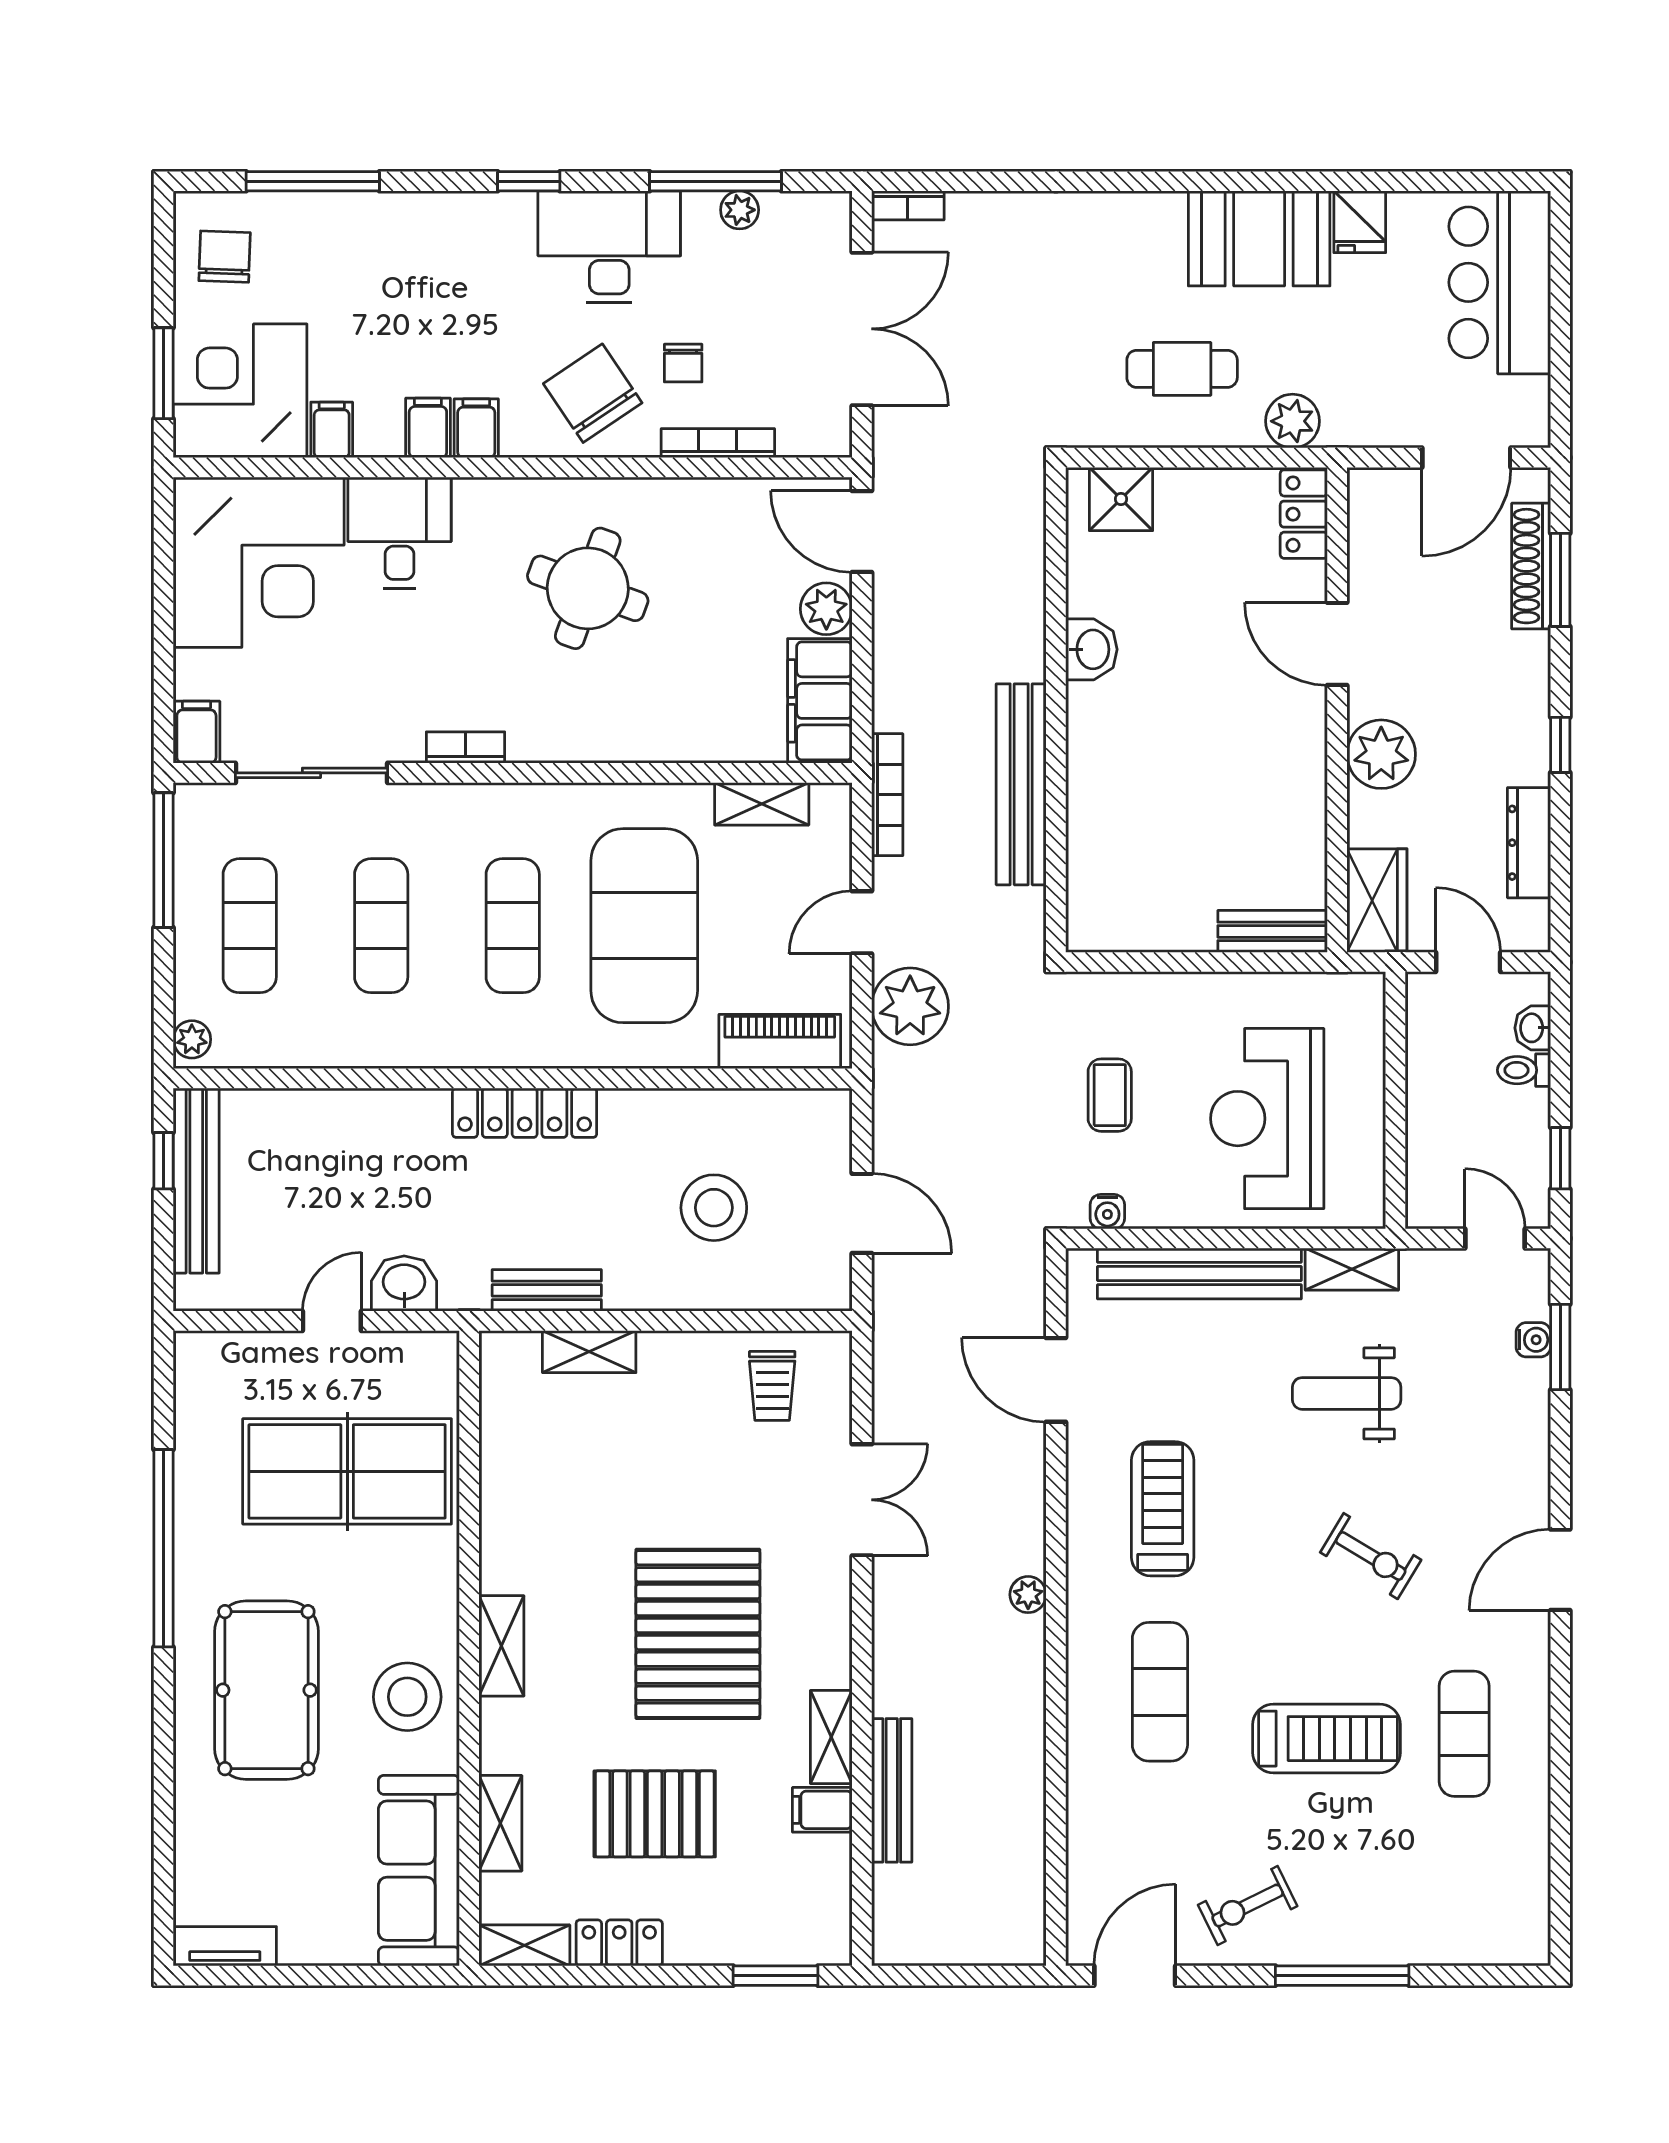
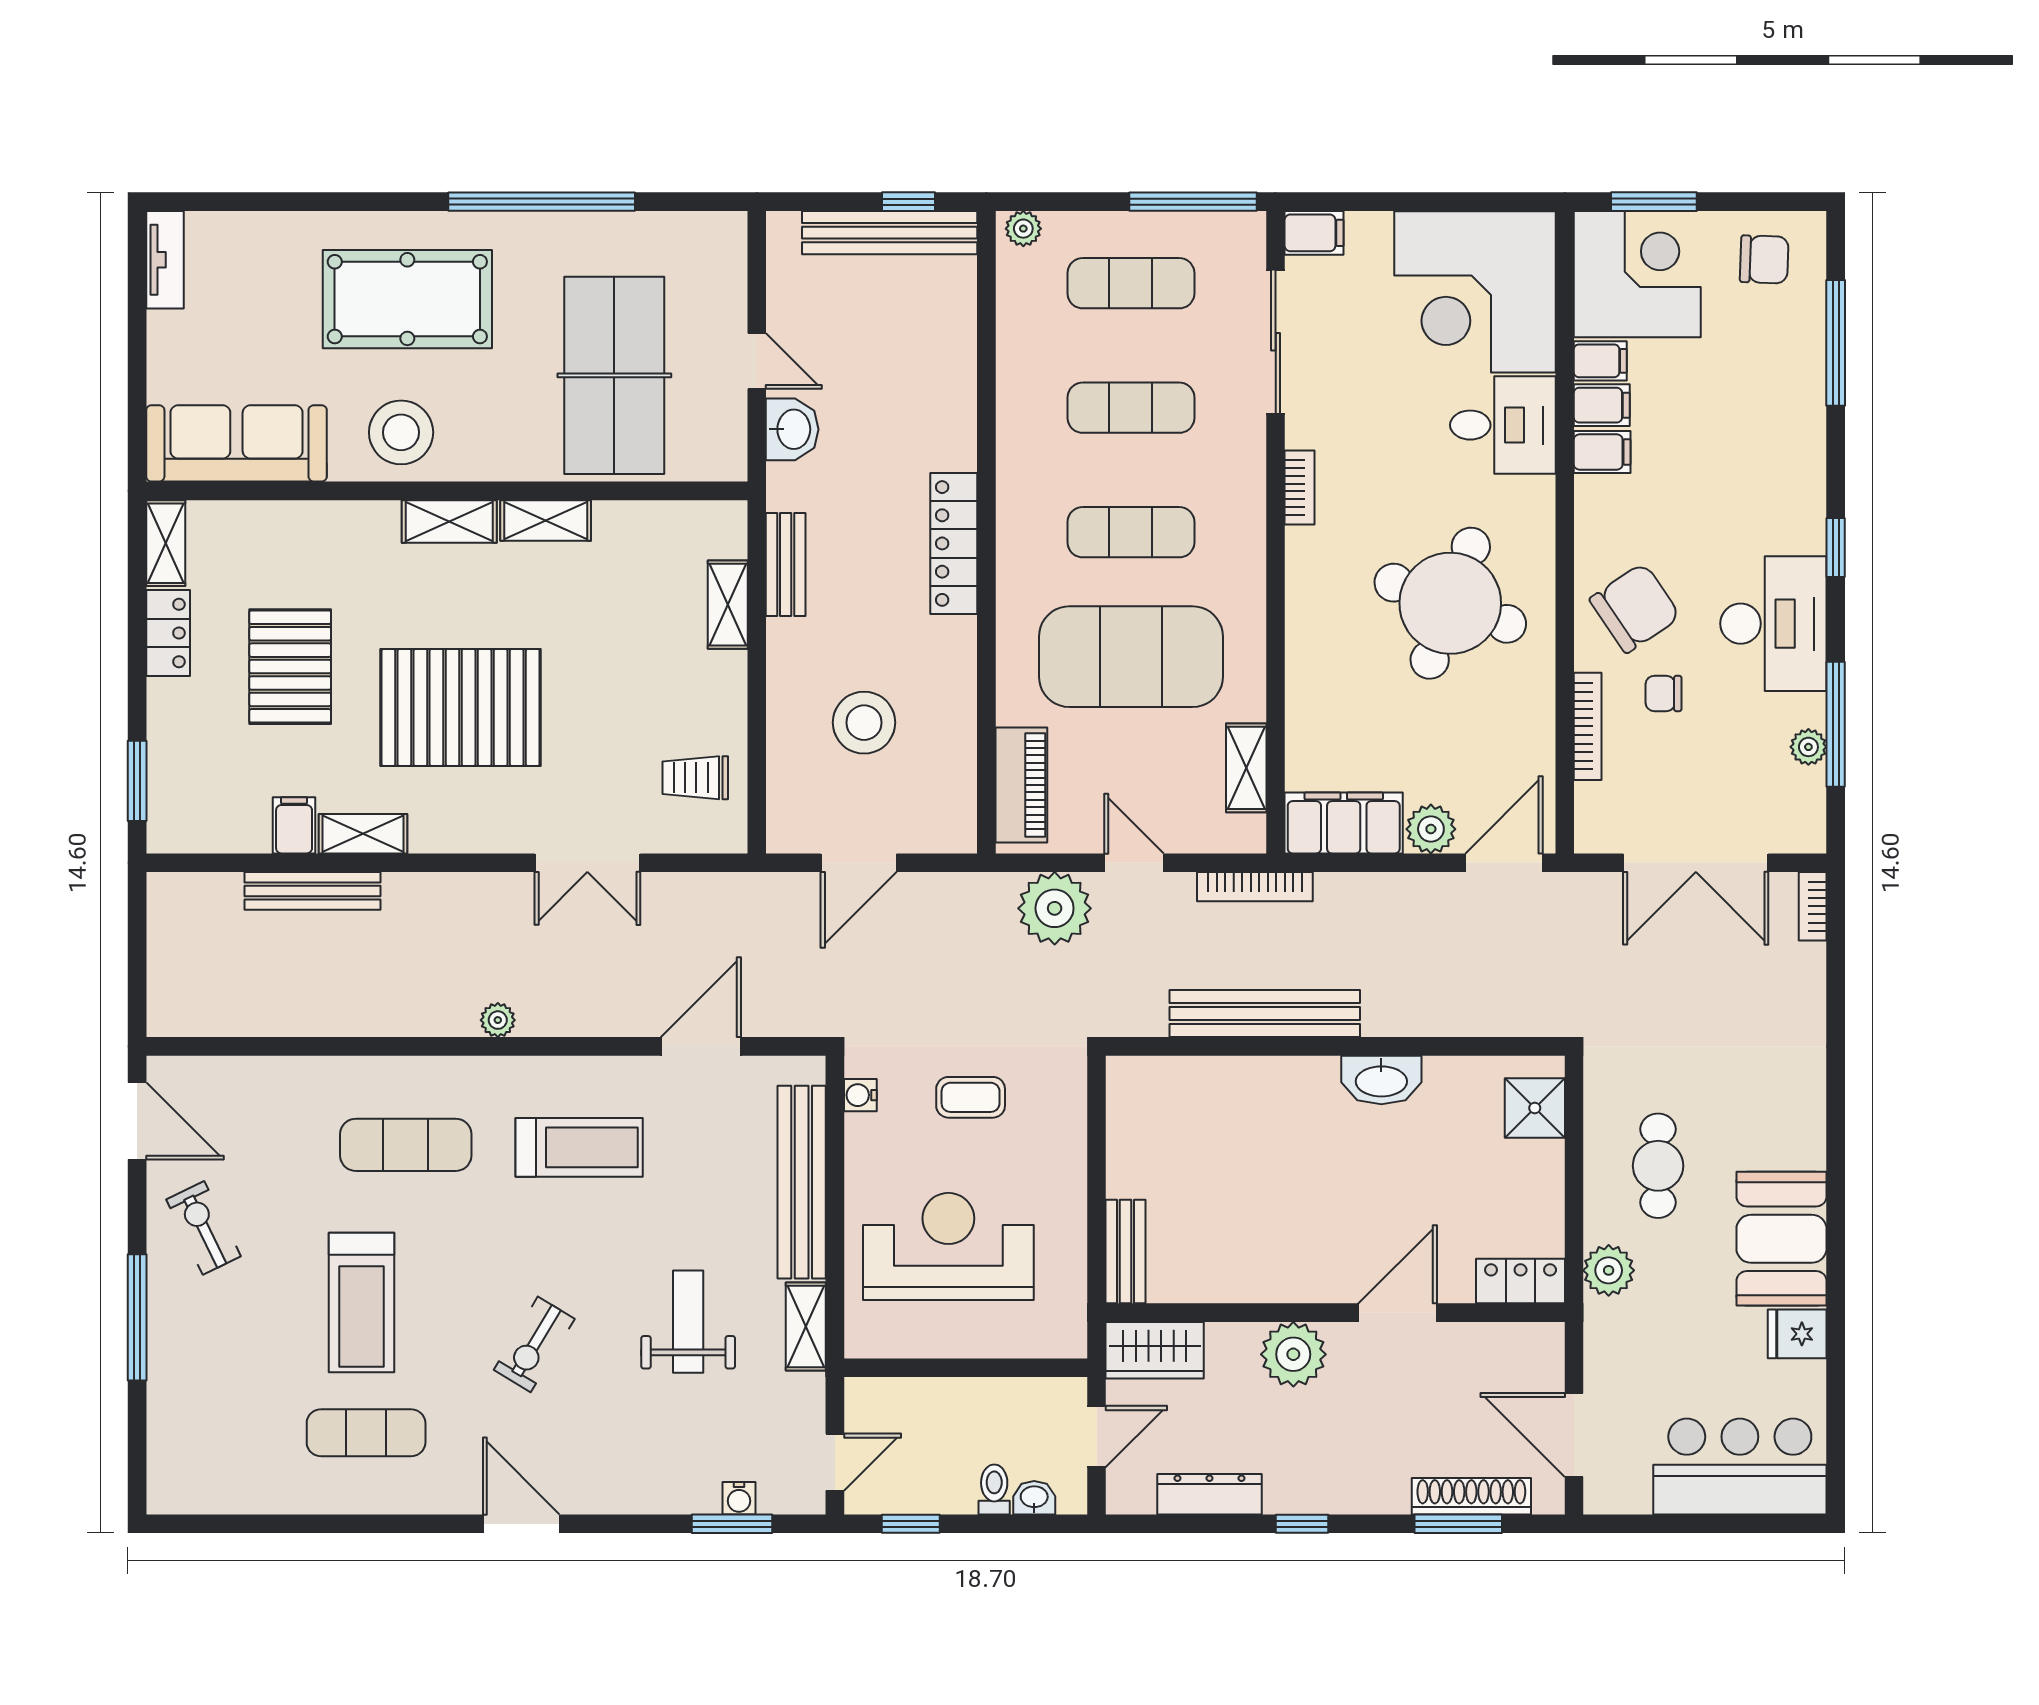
filing cabinet: (476, 428) -> (1602, 405), moved
round table: (588, 588) -> (1450, 603), width x1.36, depth x1.36
washbasin: (1091, 649) -> (1381, 1080), width x1.38
shelving: (500, 1823) -> (546, 520), moved

